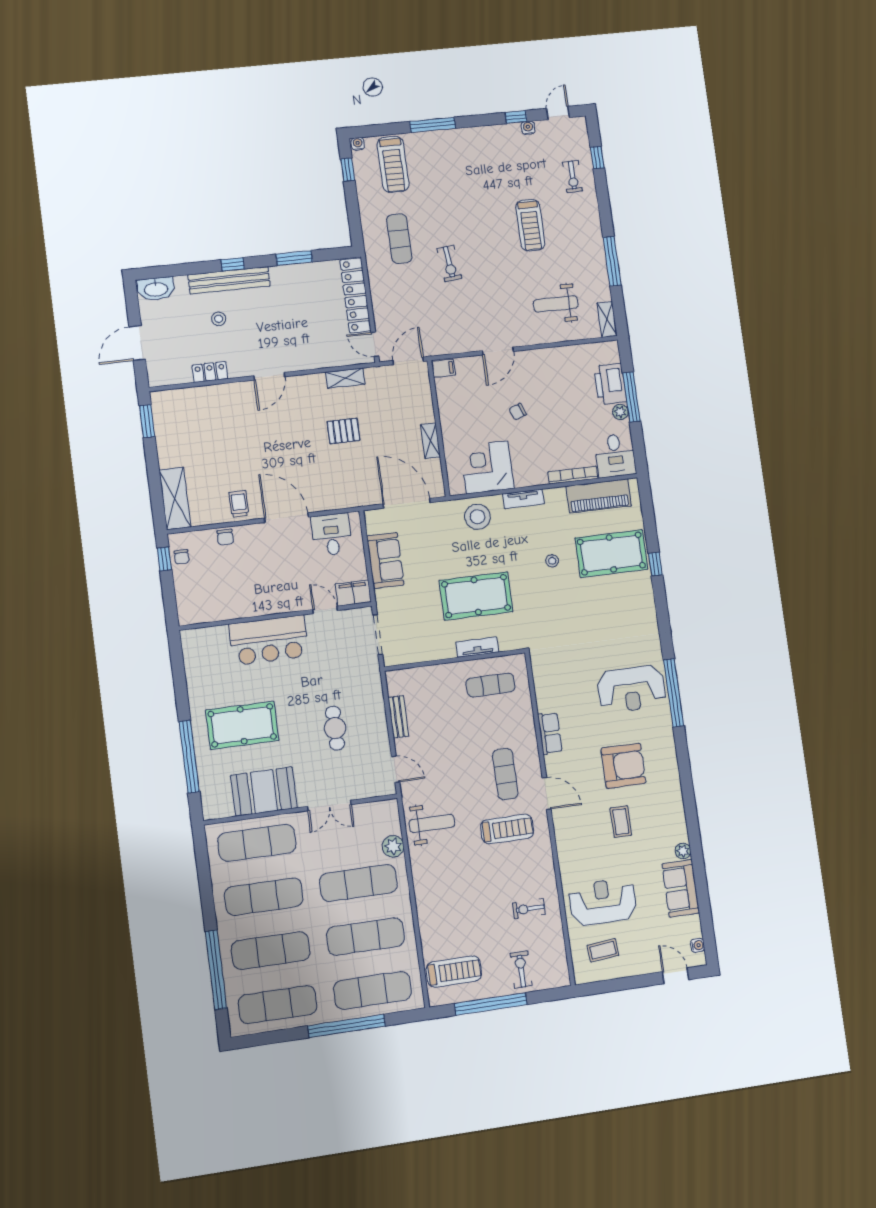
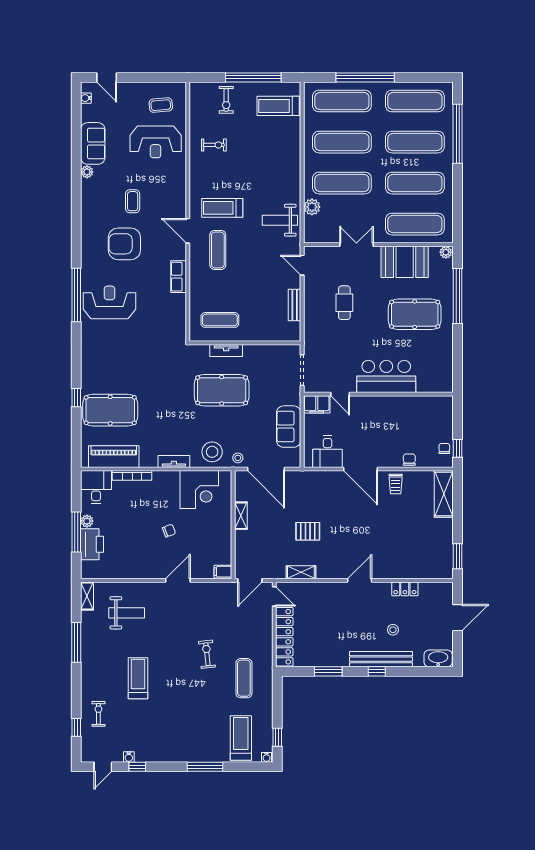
stool: (552, 561) -> (238, 458), moved
plant: (212, 812) -> (446, 252), added

